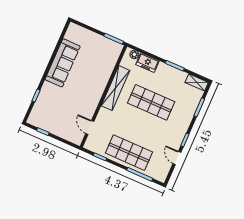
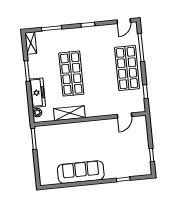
freezer: (147, 63) -> (37, 93), width x1.40
shelving: (115, 88) -> (69, 113), width x0.68
door: (177, 158) -> (124, 21), moved

